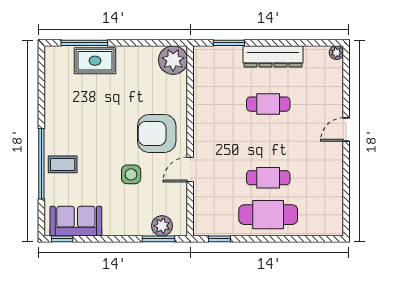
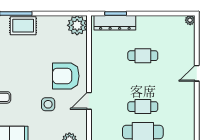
dresser: (273, 56) -> (115, 23), moved

